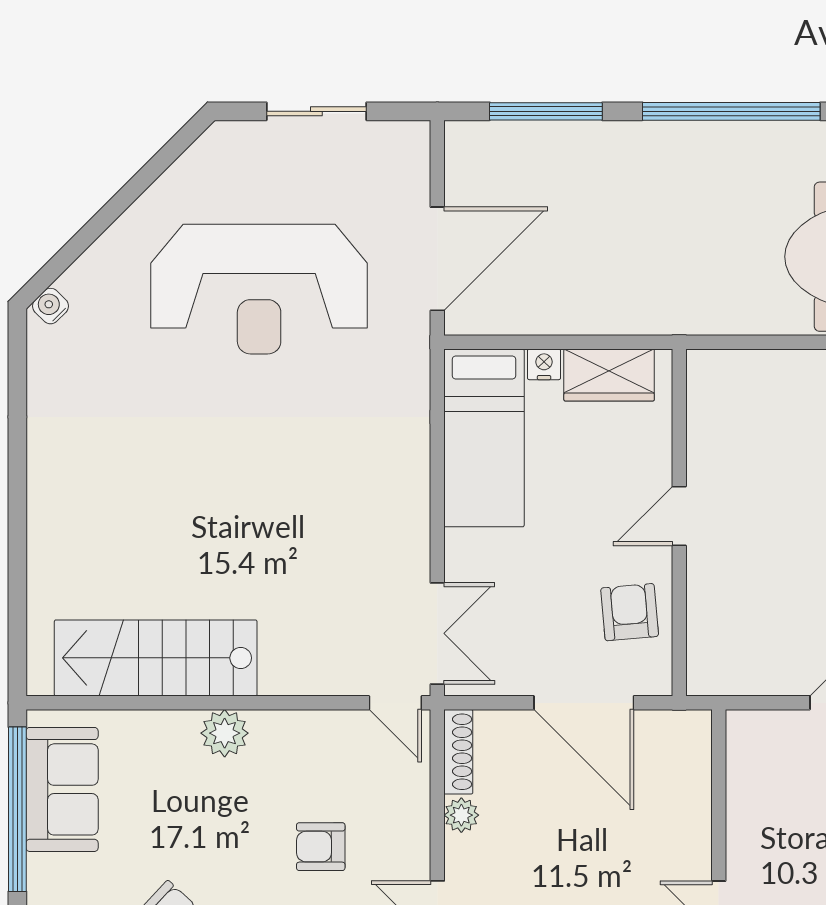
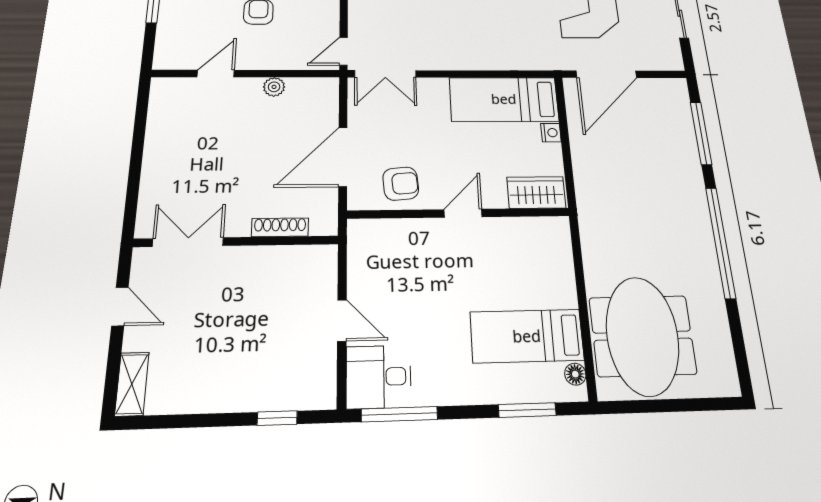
door: (437, 259) -> (606, 74), hinge flipped
wardrobe: (609, 375) -> (536, 192), moved, turned 90
door: (679, 516) -> (463, 213), hinge flipped
shoe rack: (458, 752) -> (280, 227), moved, turned 180

